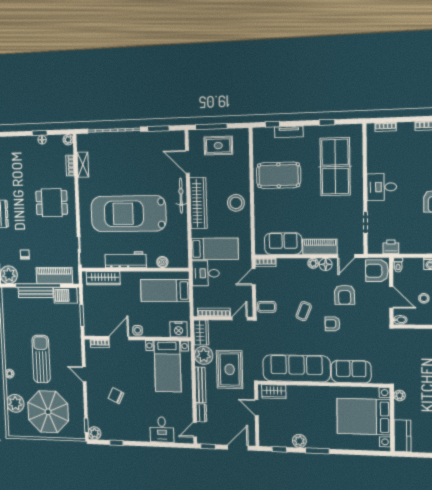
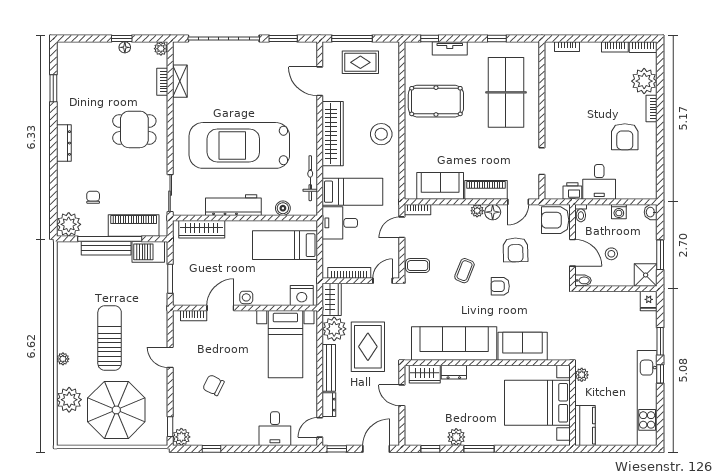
desk: (382, 187) -> (599, 182), moved, turned -90
bicycle: (181, 196) -> (310, 178), moved
dresser: (297, 391) -> (454, 372), added

